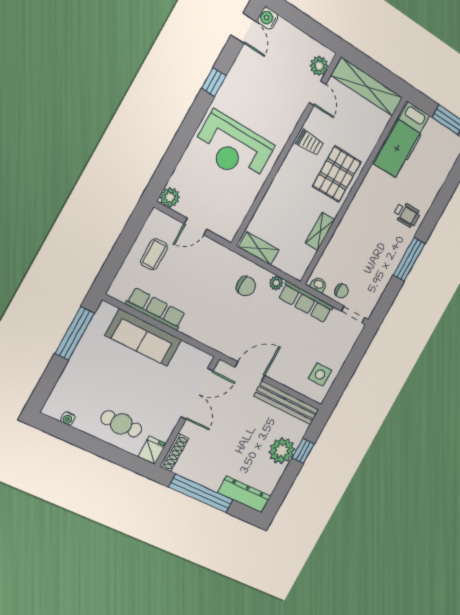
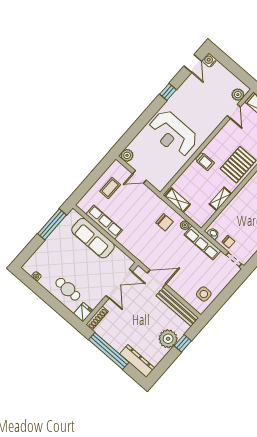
trolley: (310, 143) -> (205, 161), moved

